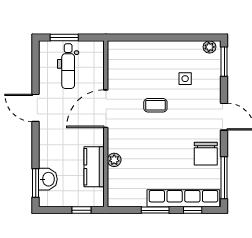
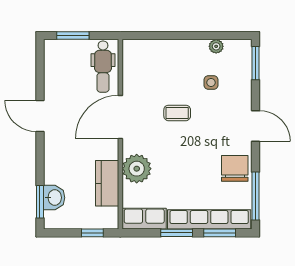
plant: (209, 47) -> (216, 46), moved
dental chair: (68, 66) -> (103, 67), moved
chair: (206, 154) -> (235, 168), turned 180
plant: (114, 160) -> (137, 169), width x1.87, depth x1.87
row of seats: (127, 198) -> (144, 219), added
window: (193, 210) -> (220, 233), width x1.50

